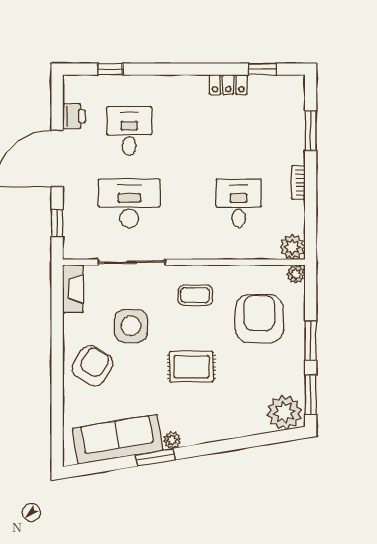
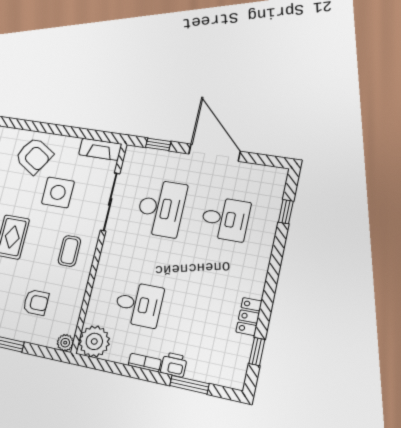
printer: (74, 116) -> (174, 365), moved, turned 180
plant: (292, 247) -> (94, 341), width x1.36, depth x1.36
armchair: (259, 319) -> (36, 302), width x0.53, depth x0.53

